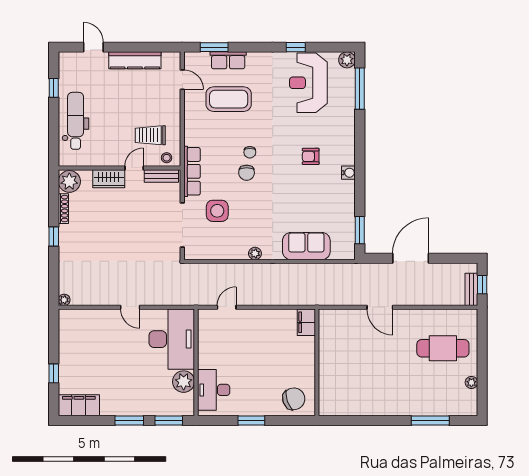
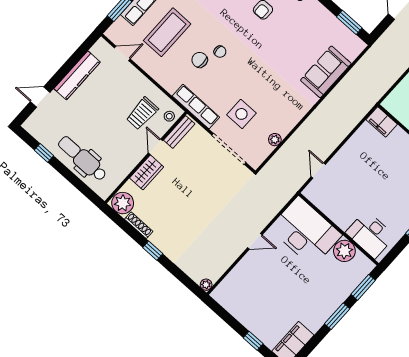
chair: (247, 173) -> (200, 60), moved, turned 180
plant: (255, 253) -> (275, 140), moved

